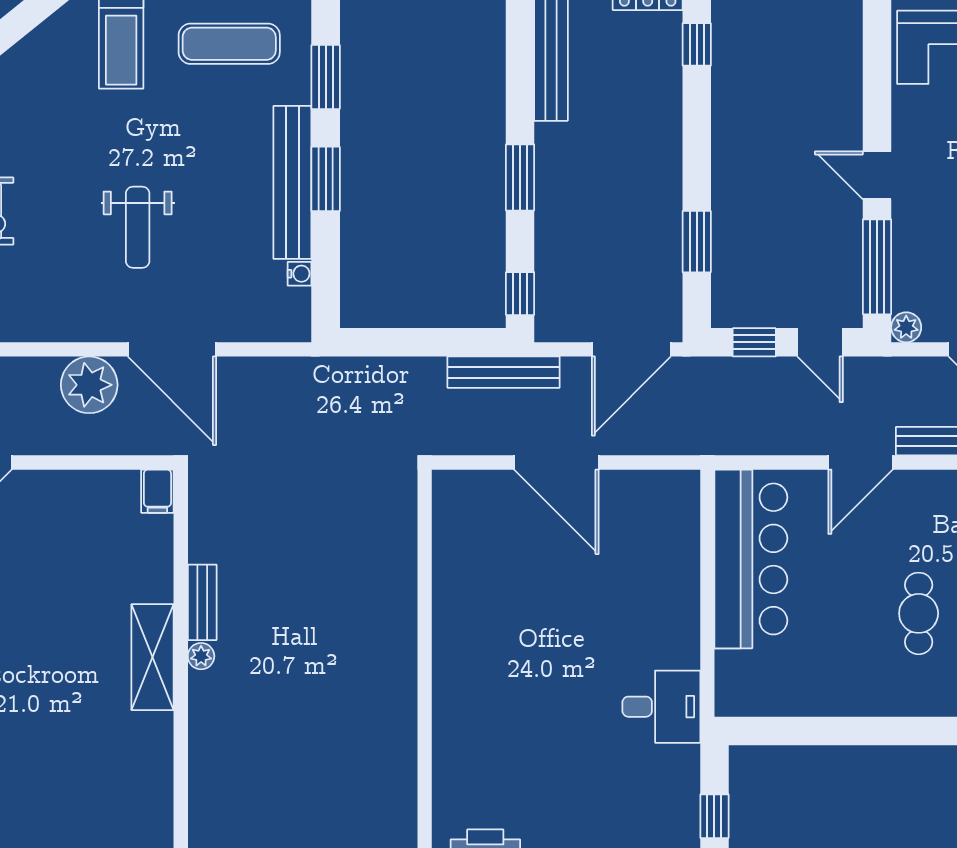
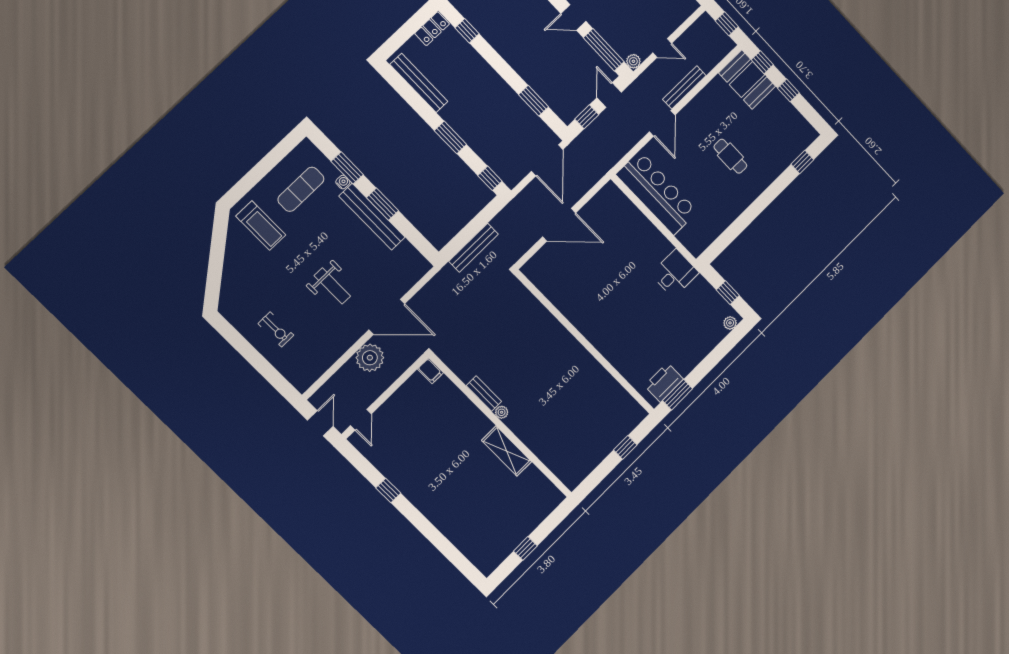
water cooler: (300, 274) -> (343, 182), moved
door: (820, 342) -> (609, 95), swing flipped
bench: (504, 372) -> (473, 248), moved
shelving: (152, 657) -> (506, 451), moved

